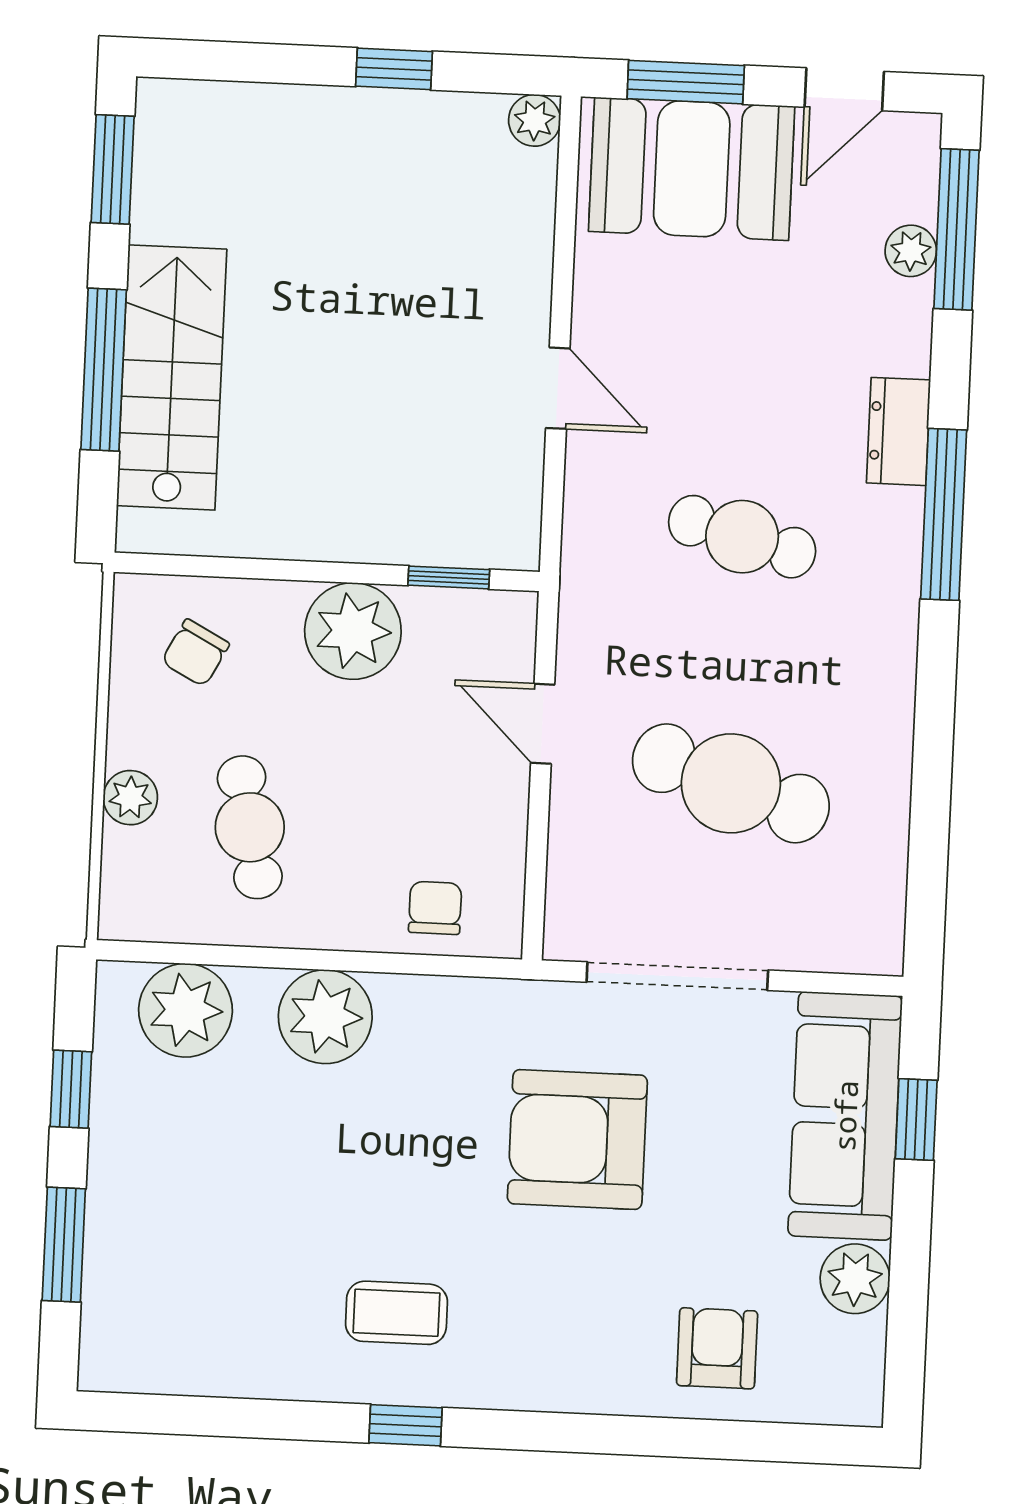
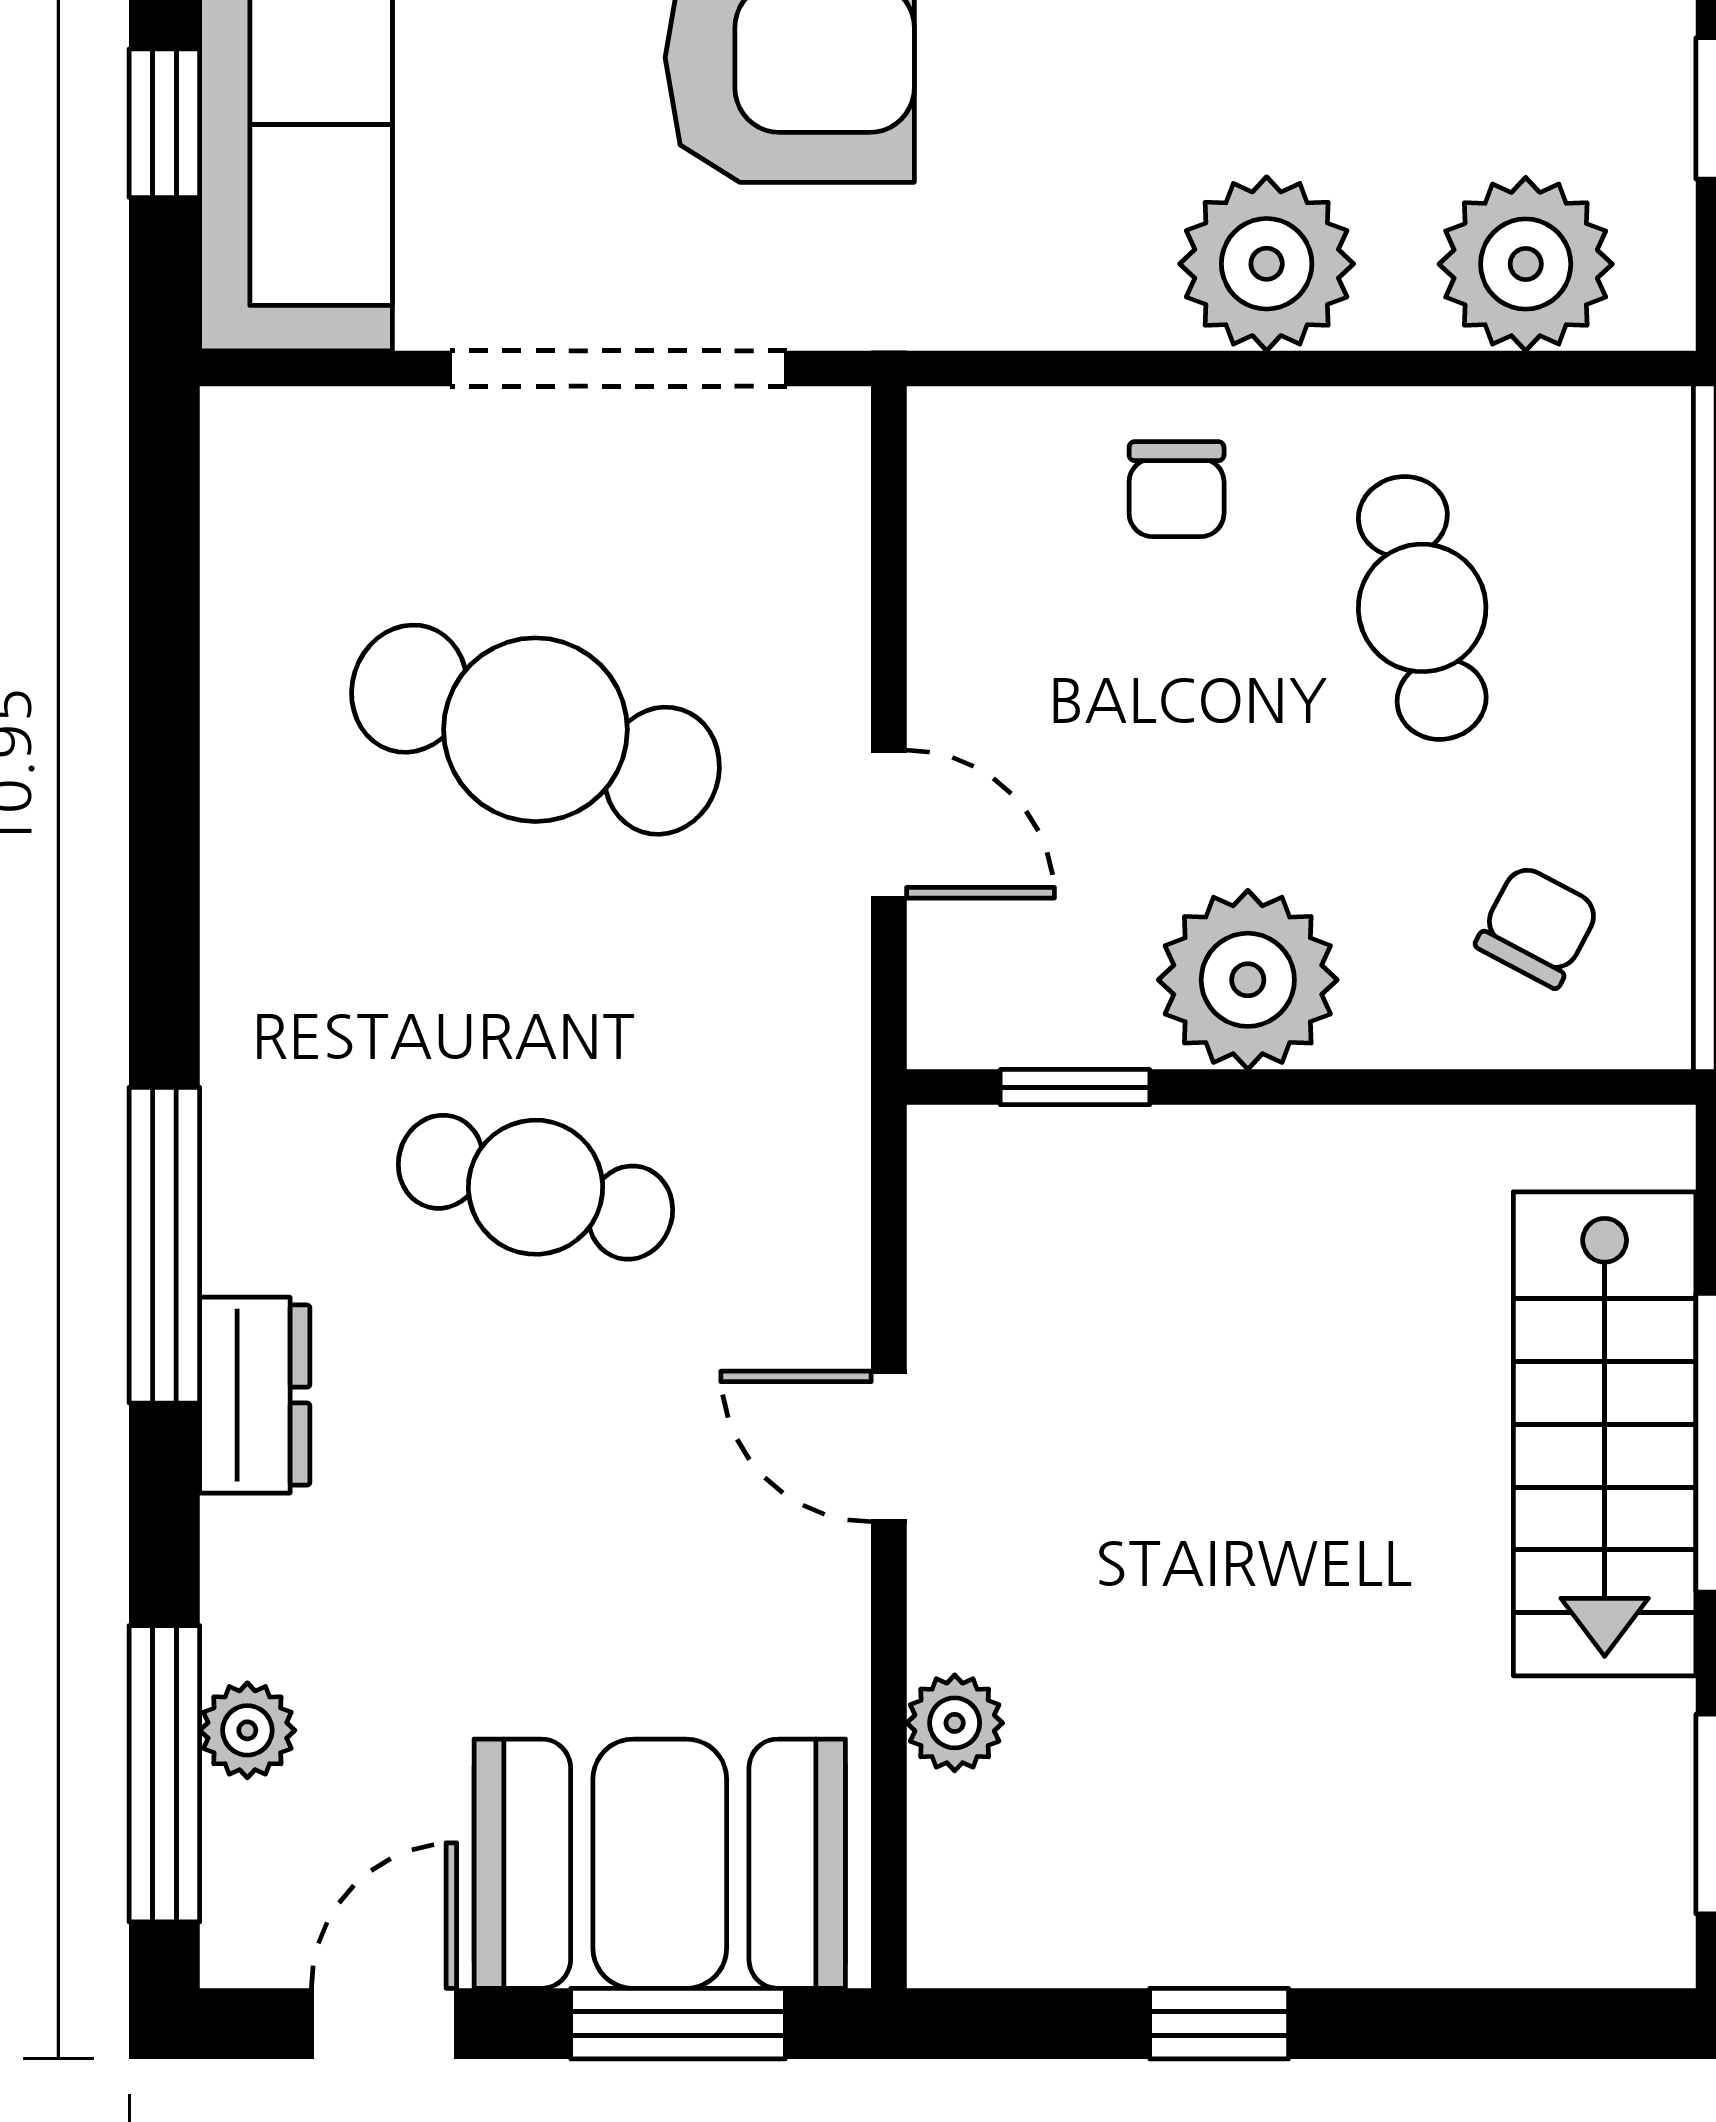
plant: (535, 120) -> (955, 1723), moved
plant: (130, 798) -> (1646, 653), removed
chair: (435, 908) -> (1177, 489), moved

